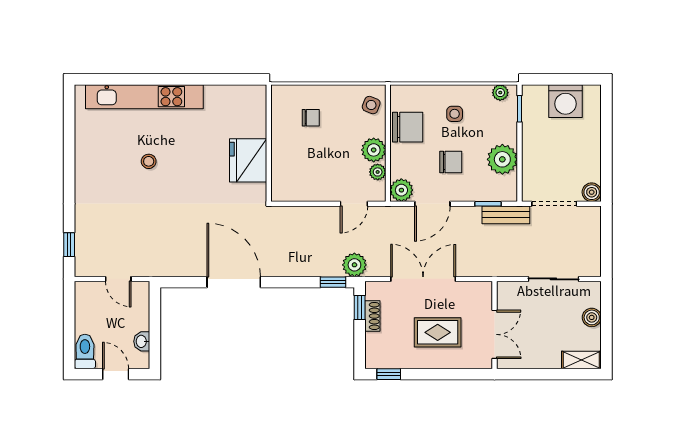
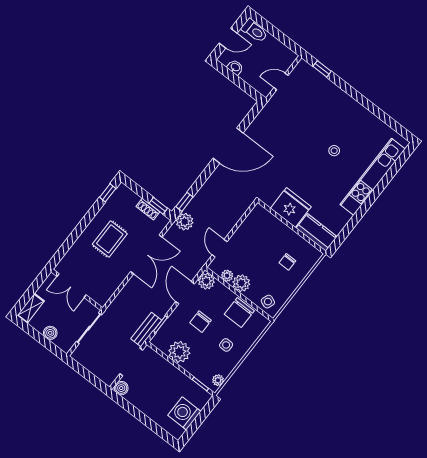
kitchen counter: (254, 111) -> (317, 232), added
wall: (494, 325) -> (77, 290), moved
double door: (494, 334) -> (72, 286), moved

